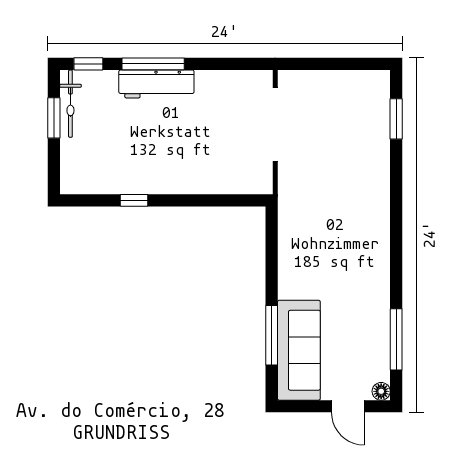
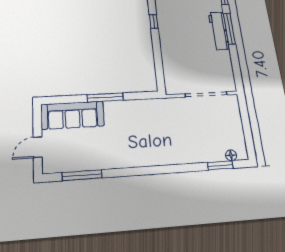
window: (272, 335) -> (105, 97), moved
floor lamp: (381, 391) -> (231, 155), moved

